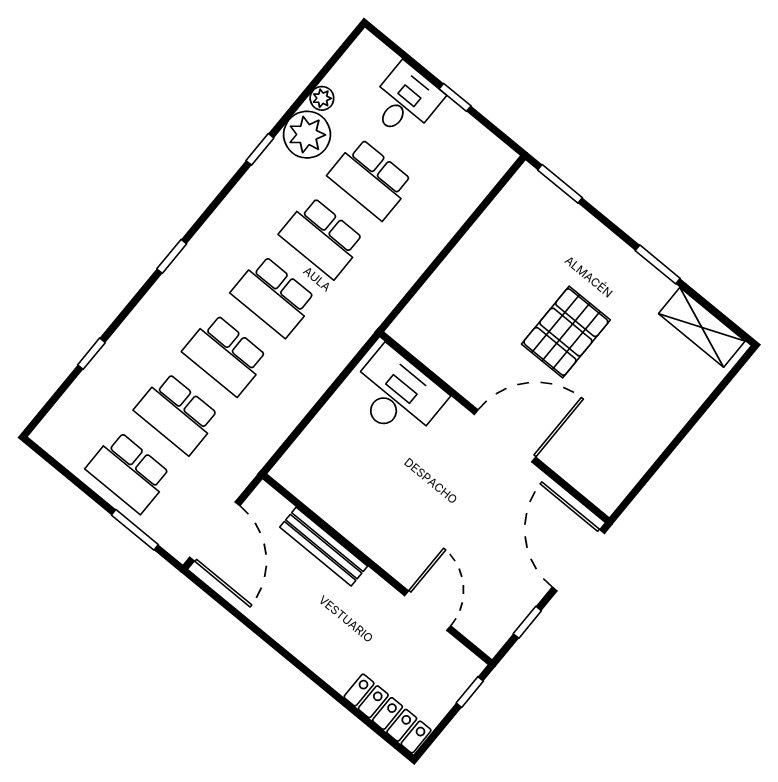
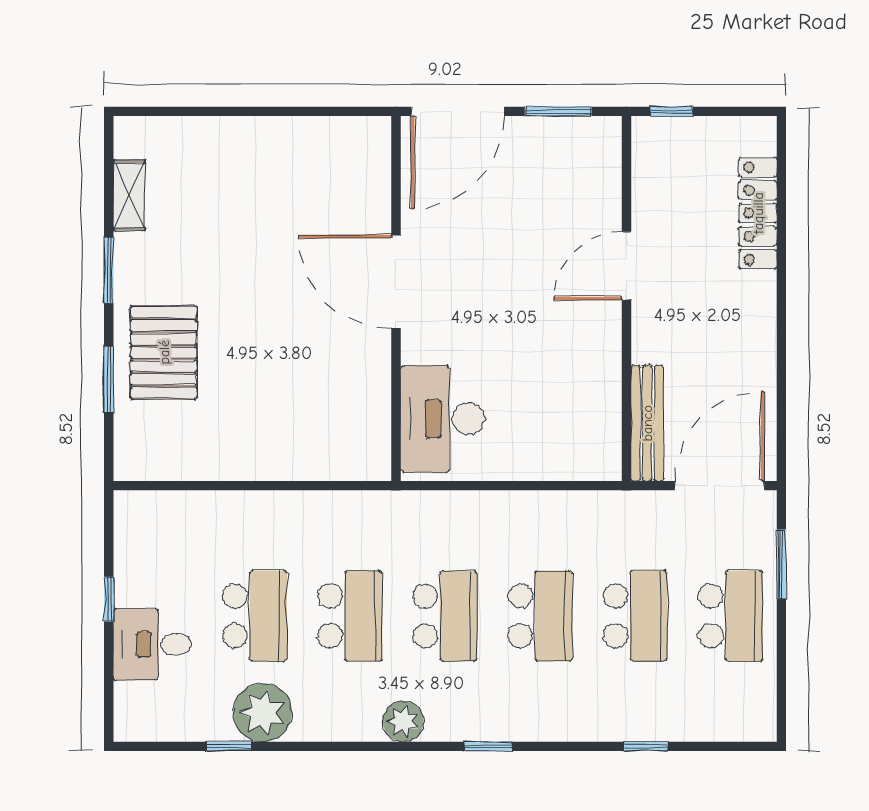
plant: (322, 98) -> (403, 721), moved, width x1.38, depth x1.38
window: (260, 149) -> (229, 746), moved
window: (560, 184) -> (109, 379), moved
shelving: (702, 327) -> (129, 195), width x0.67, depth x0.75
pallet: (566, 332) -> (164, 352), moved, turned 90
bench: (324, 547) -> (647, 423), moved
door: (428, 611) -> (626, 266), moved
window: (527, 622) -> (558, 111), width x1.50
locker: (388, 714) -> (758, 213), moved

